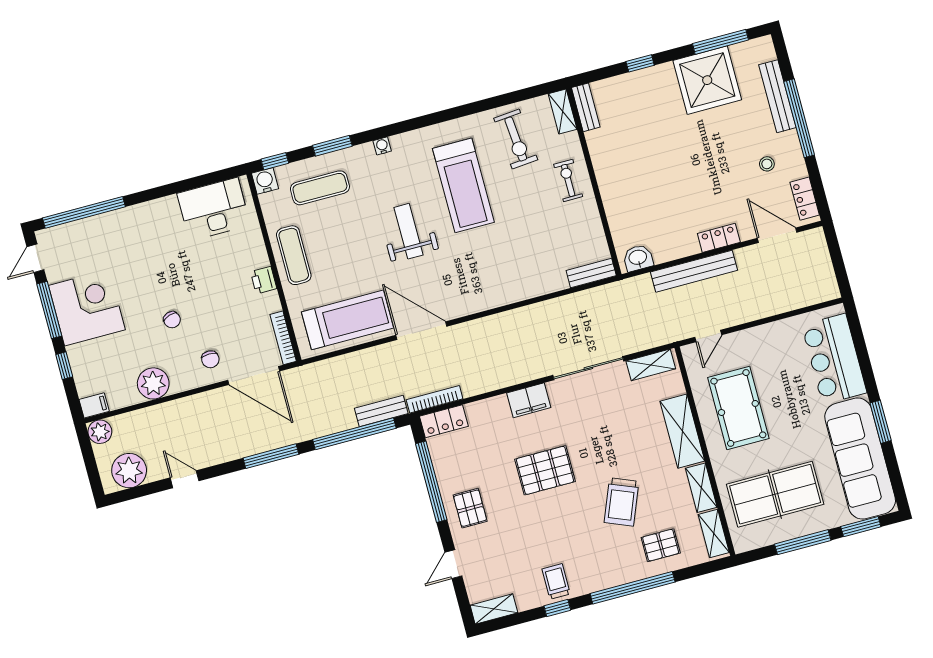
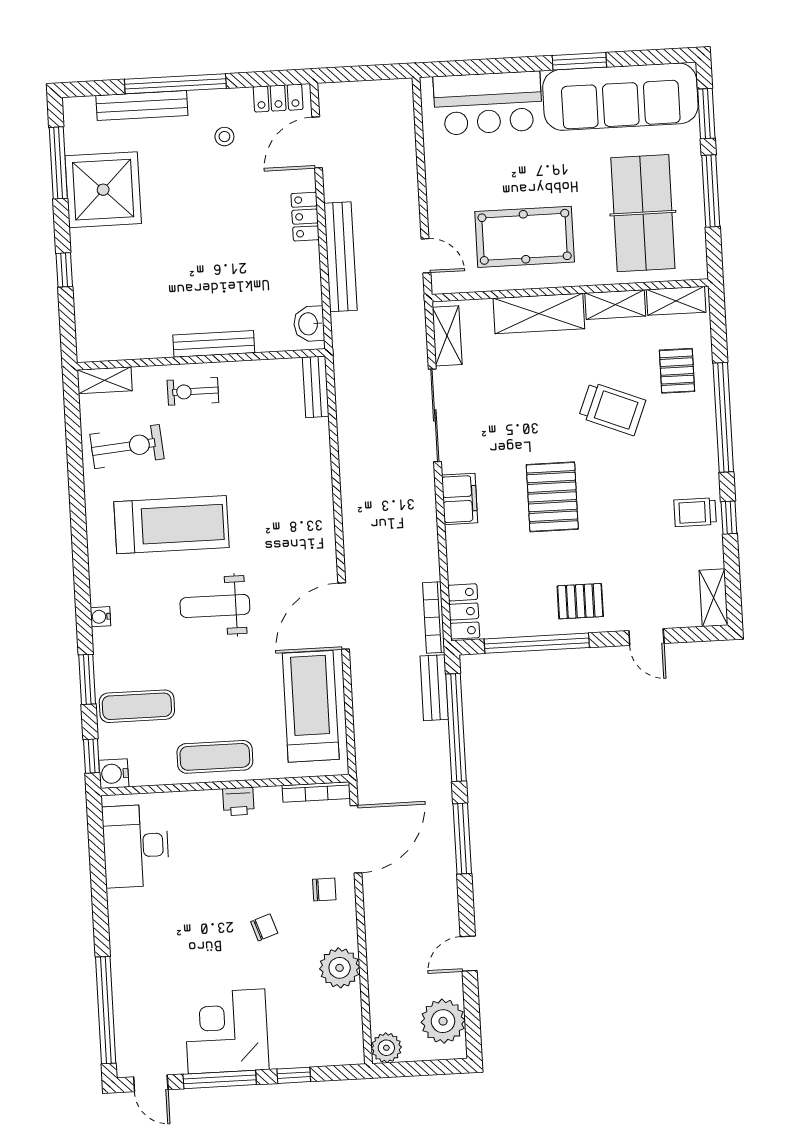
bench: (586, 107) -> (214, 344), moved, width x1.36
exercise mat: (320, 188) -> (137, 706), turned 90
filing cabinet: (94, 405) -> (352, 1048), removed

